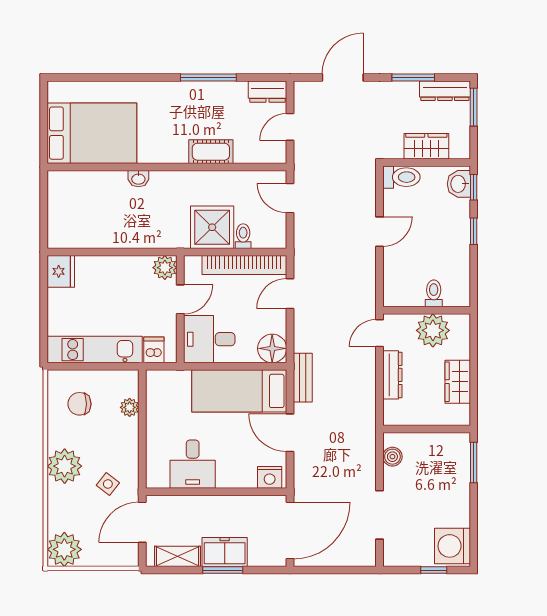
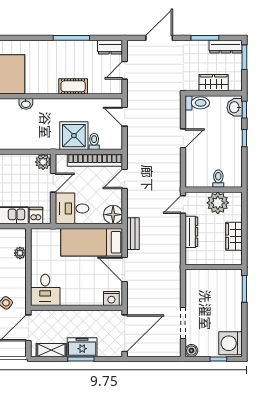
boiler: (392, 457) -> (191, 351), moved
desk: (193, 464) -> (45, 290), moved

